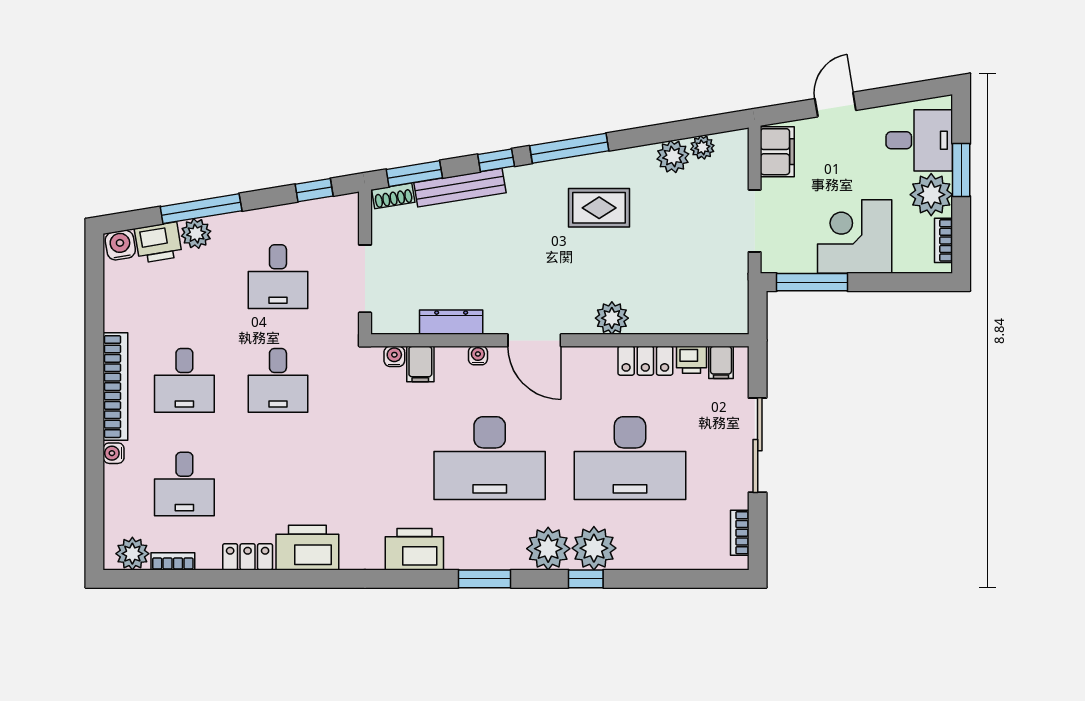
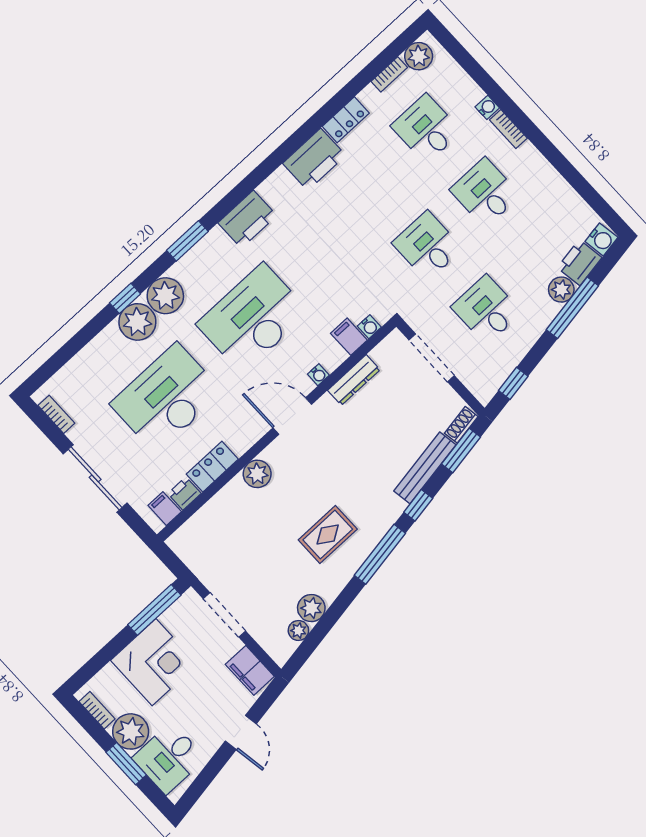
bookcase: (115, 387) -> (508, 129), width x0.43, depth x0.76

